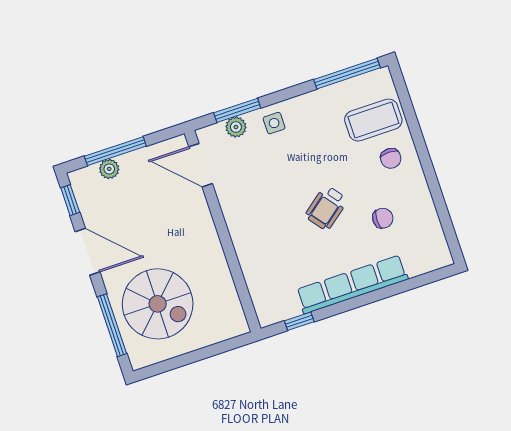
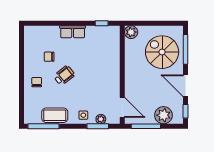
coffee table: (373, 120) -> (55, 115), moved
window: (115, 151) -> (146, 126), moved
plant: (109, 169) -> (163, 115), width x1.88, depth x1.88
wheelchair: (326, 208) -> (64, 75), moved
row of seats: (352, 284) -> (73, 32), width x0.50
plant: (234, 323) -> (131, 32), added

